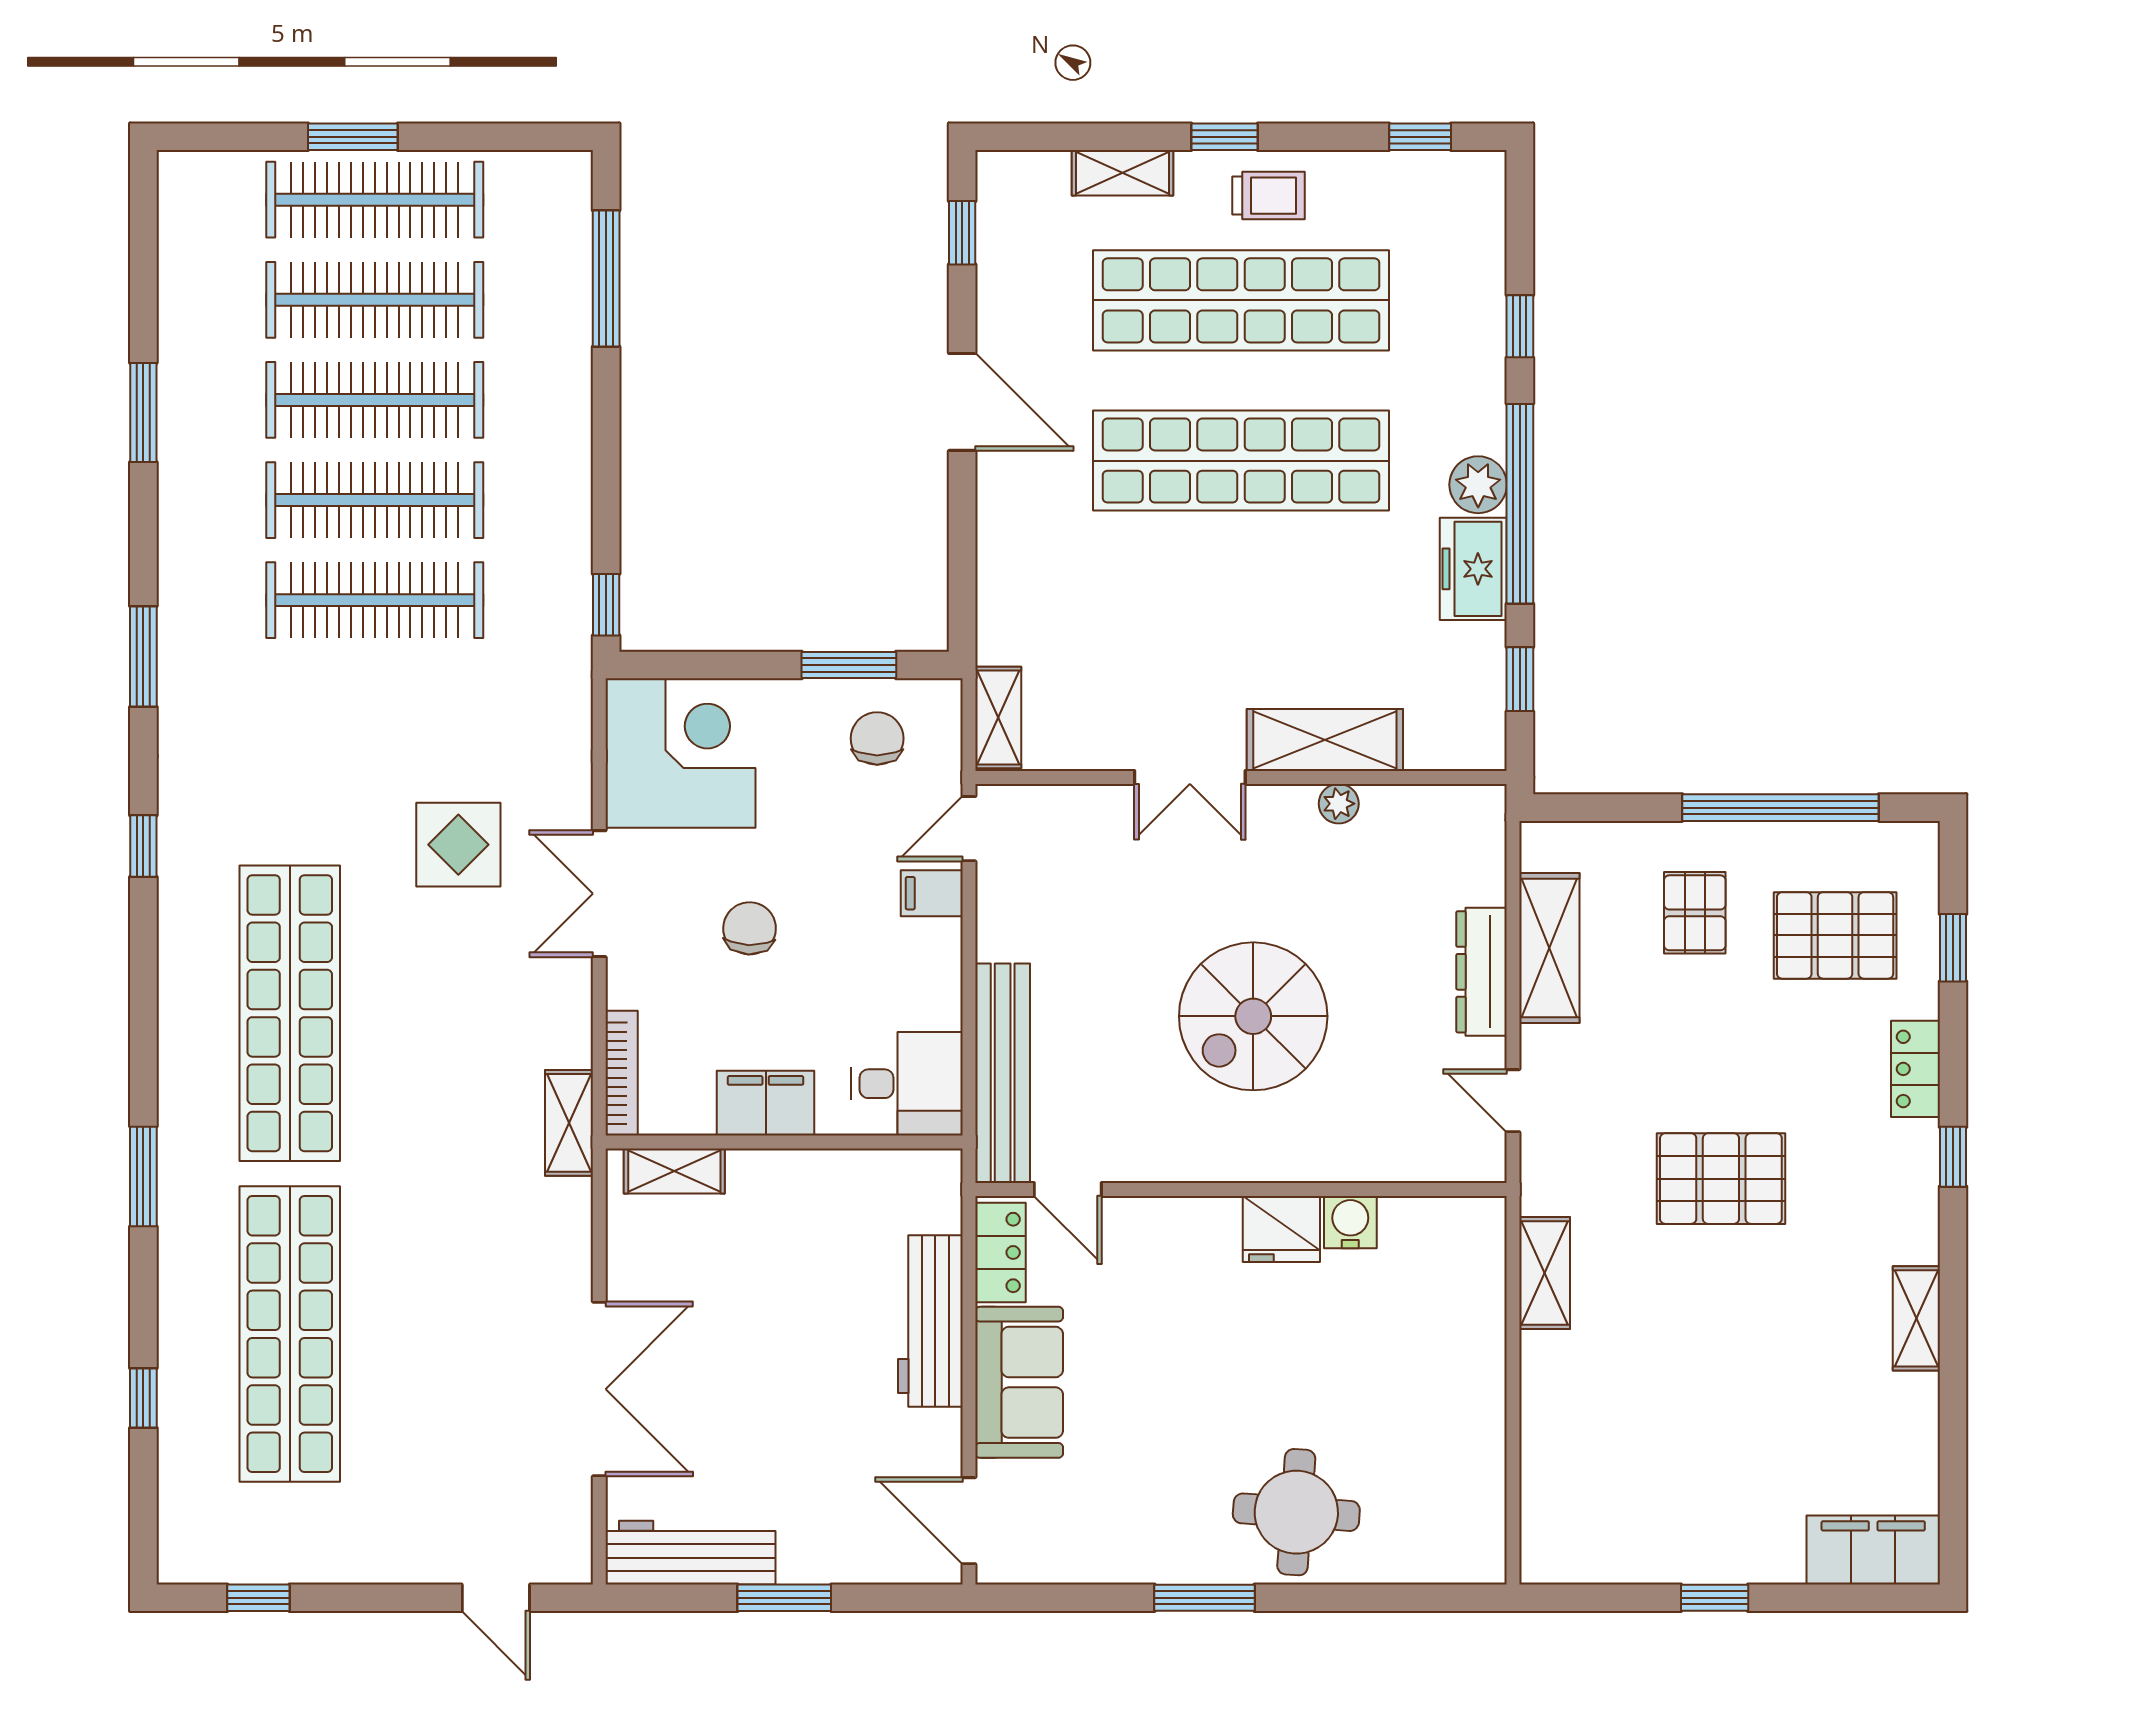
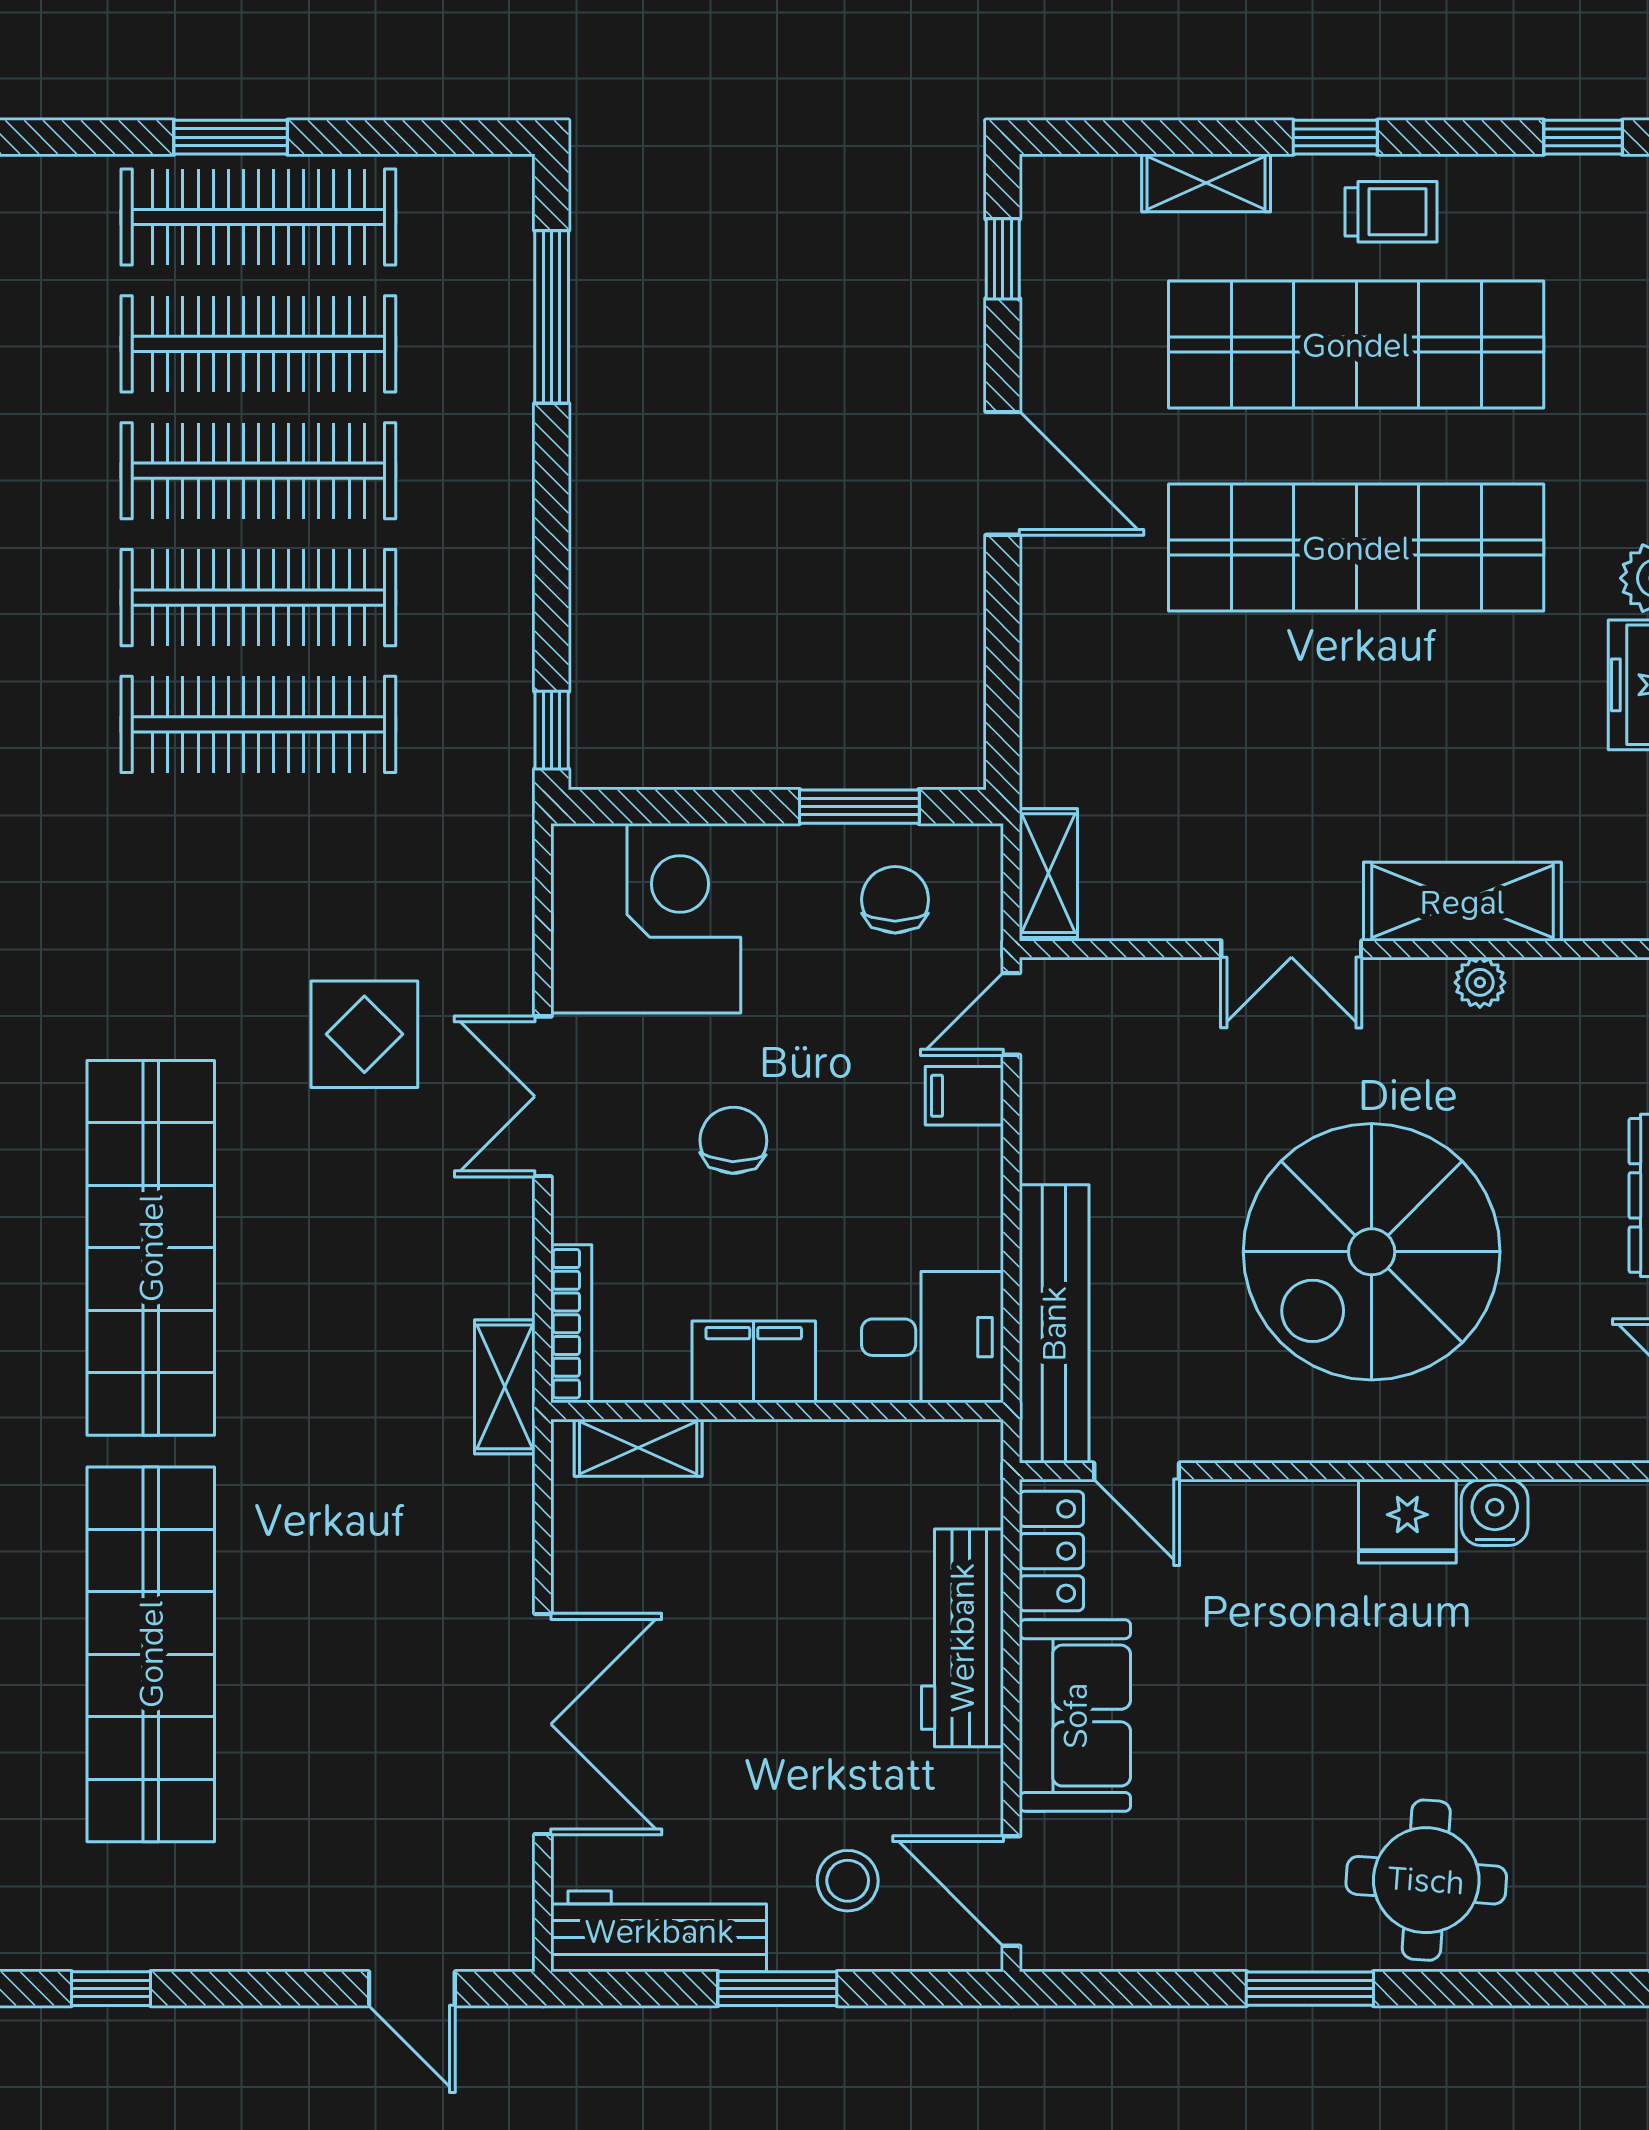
spiral stairs: (1253, 1016) -> (1372, 1252), width x1.37, depth x1.37
stool: (840, 1513) -> (848, 1881), added

